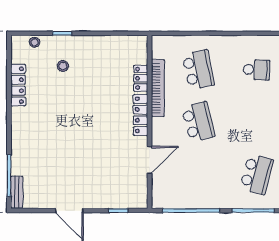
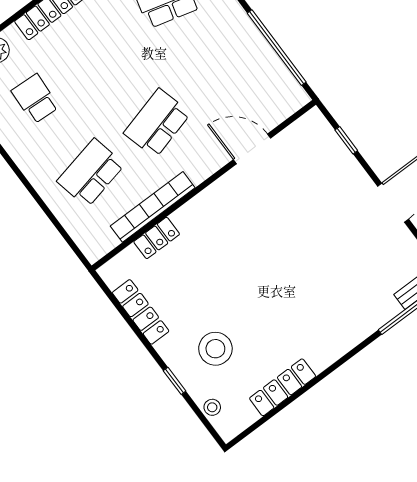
stool: (63, 66) -> (215, 349), width x1.89, depth x1.89
locker: (141, 115) -> (141, 312), moved, turned -90

